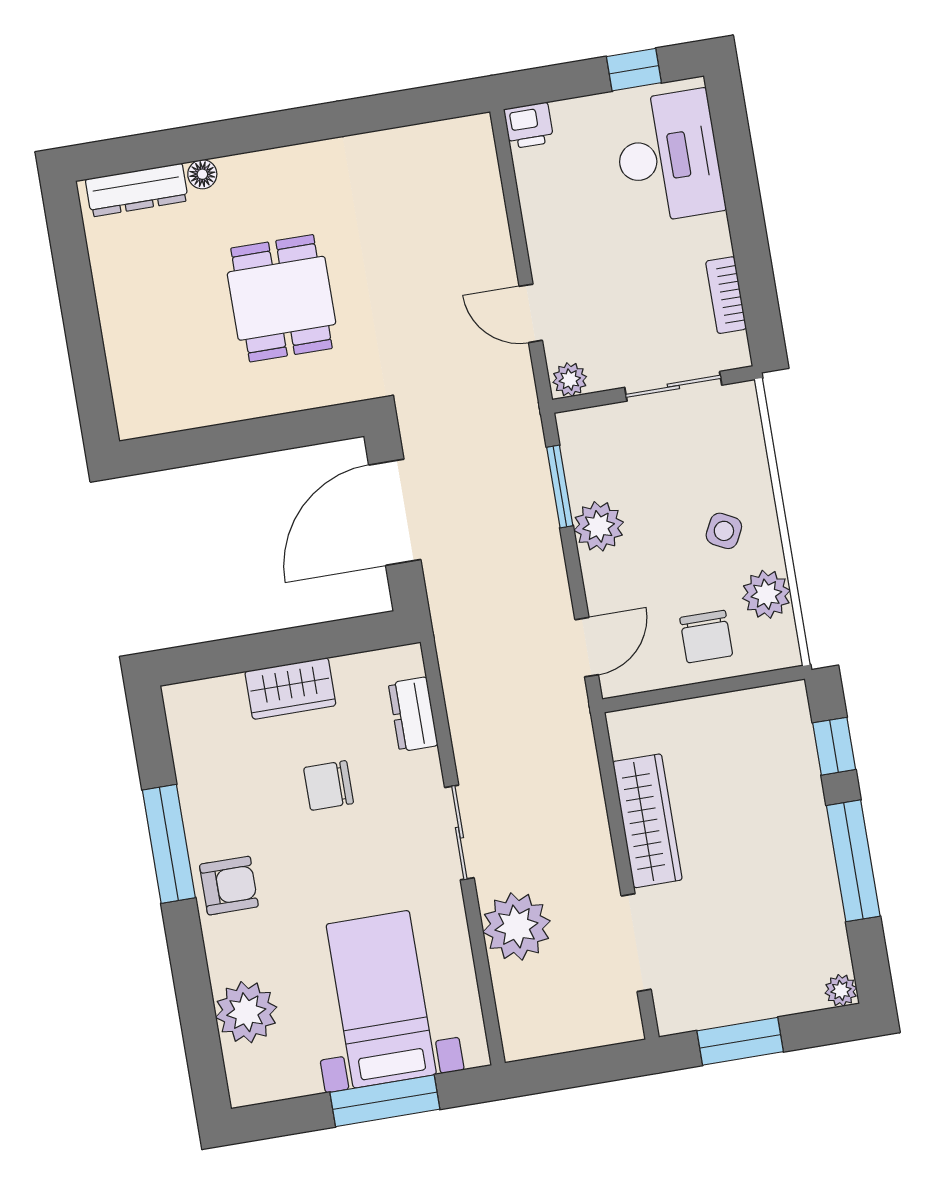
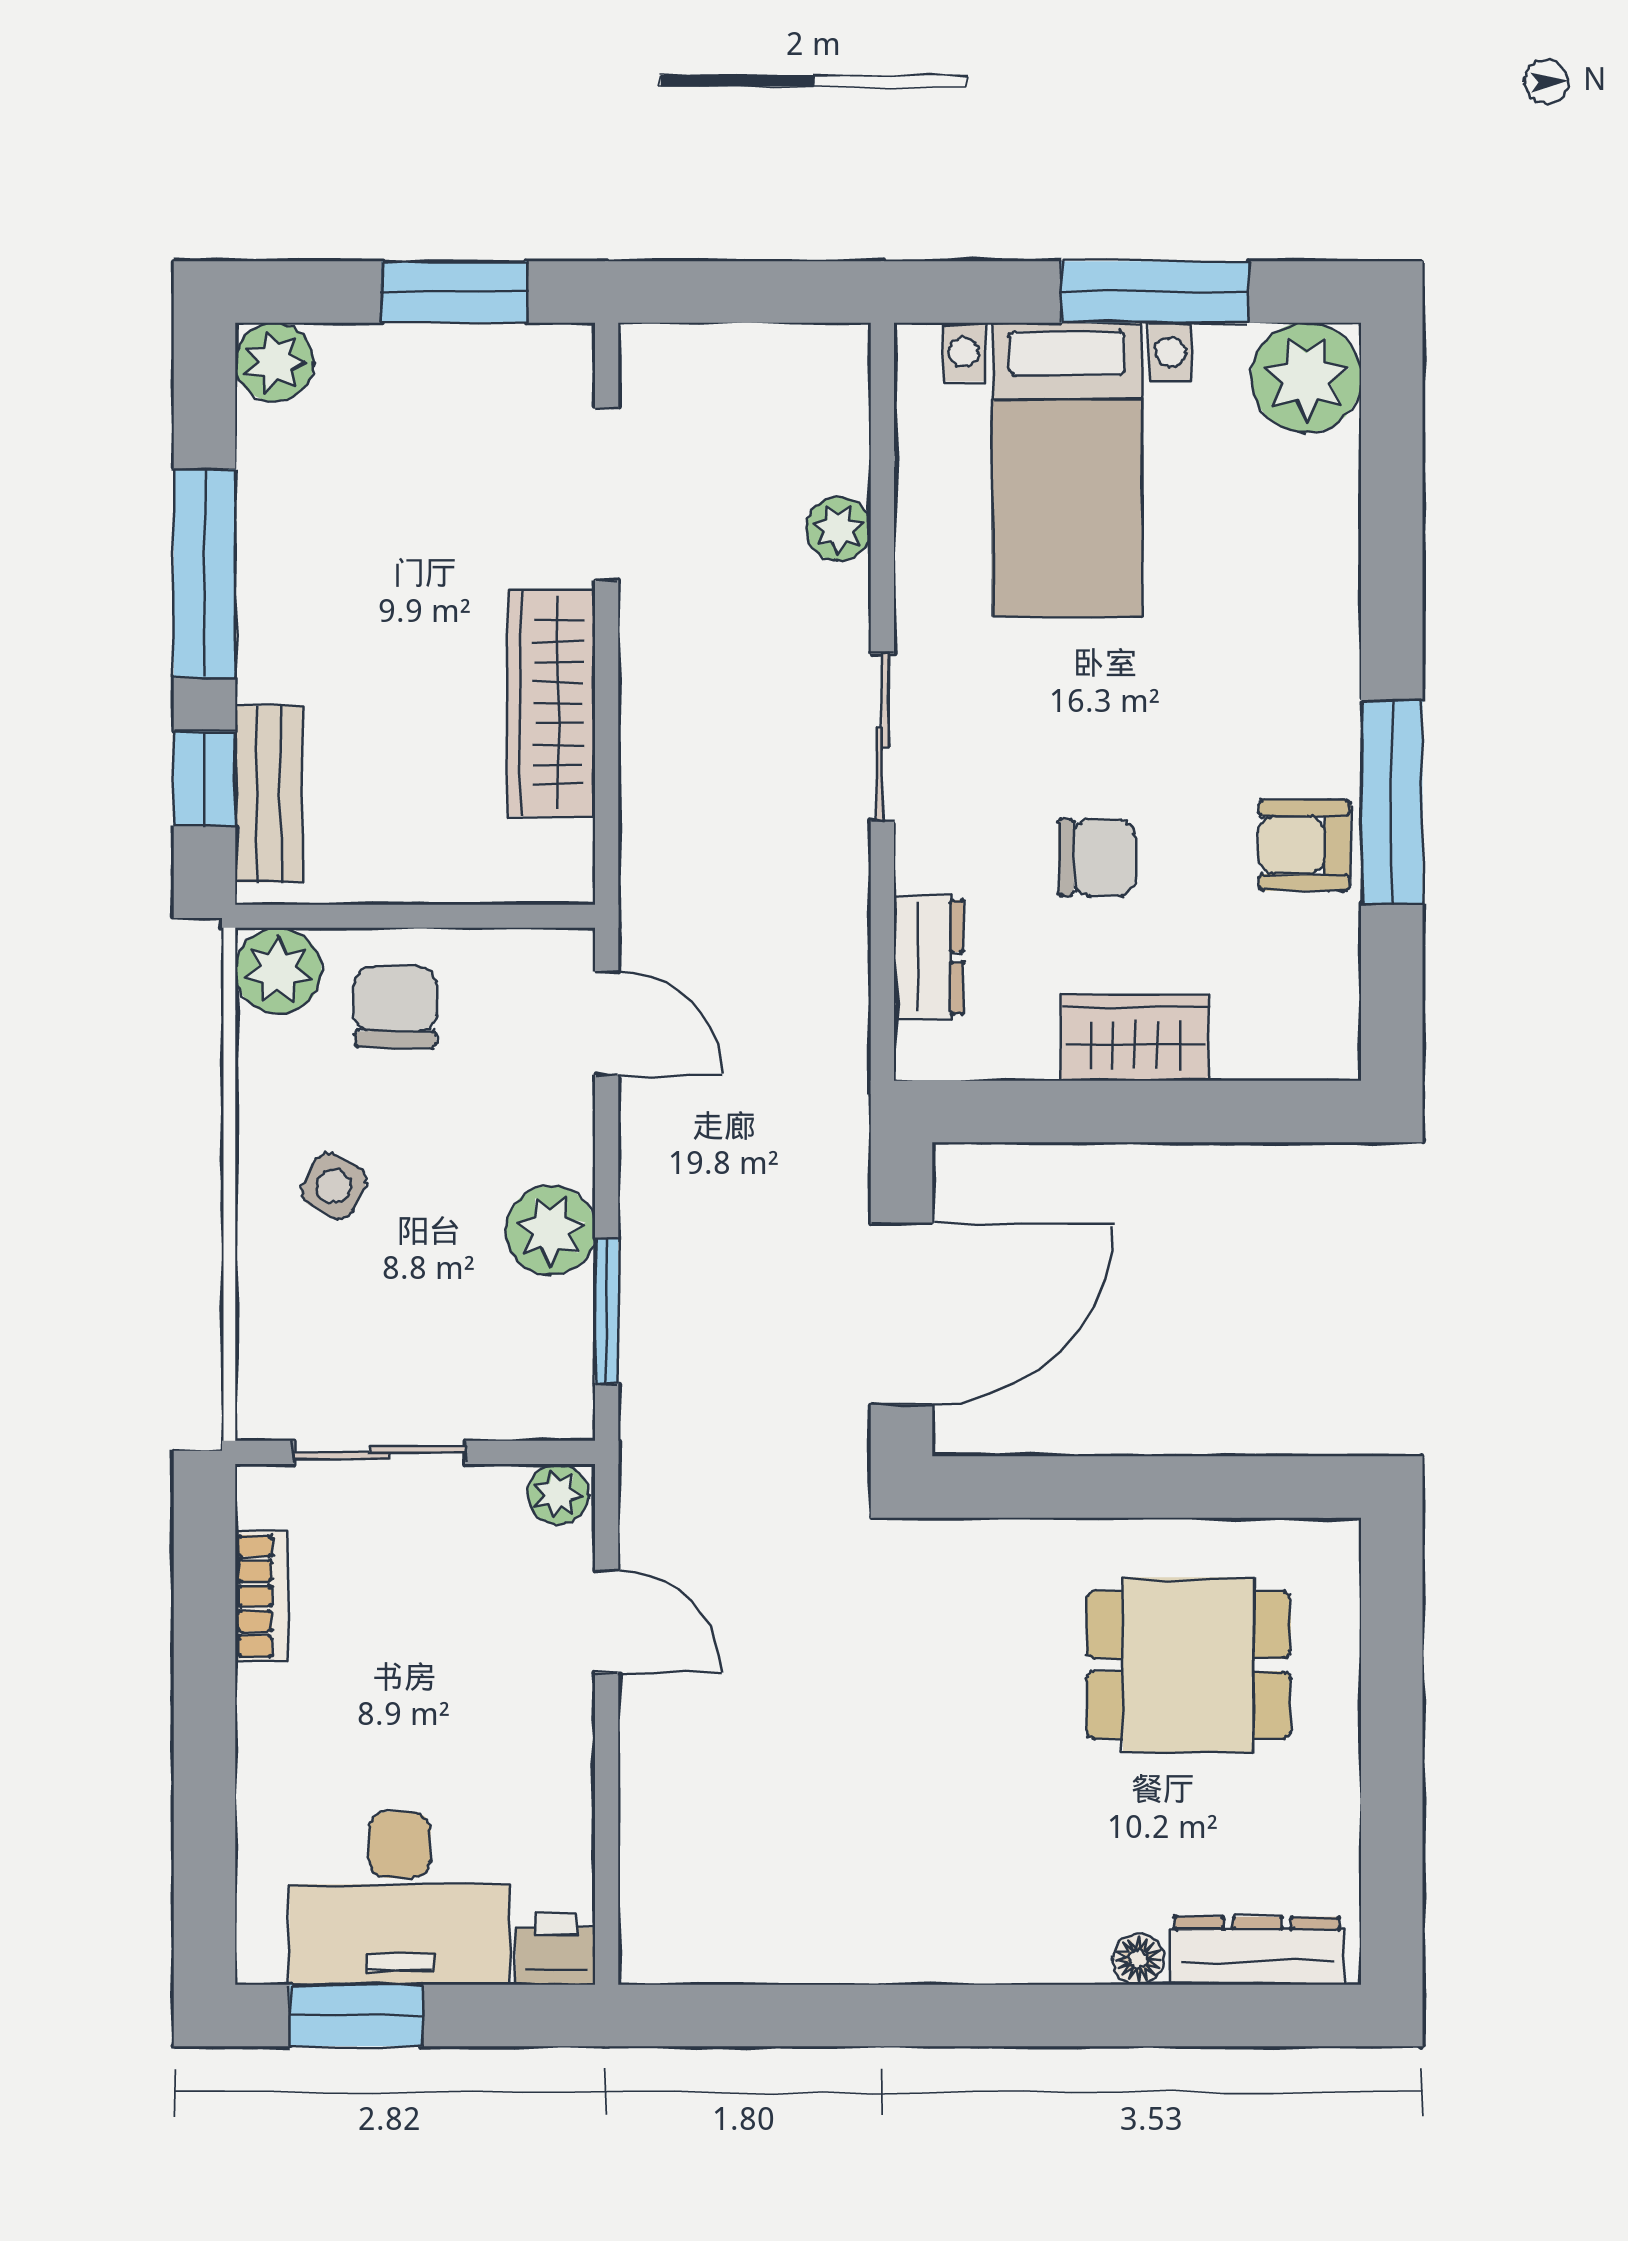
window: (634, 70) -> (356, 2016), width x1.50
desk: (668, 157) -> (400, 1898), moved, turned -90
dining table: (282, 298) -> (1188, 1665), moved, turned 90
plant: (766, 594) -> (278, 971), moved
door: (587, 647) -> (607, 1023), swing flipped
bench: (797, 744) -> (269, 794), added
armchair: (229, 886) -> (1304, 845), moved
plant: (516, 926) -> (839, 529), width x0.53, depth x0.53
plant: (841, 990) -> (274, 362), width x1.38, depth x1.38
plant: (246, 1012) -> (1306, 378), moved
window: (385, 1101) -> (1155, 292), moved

